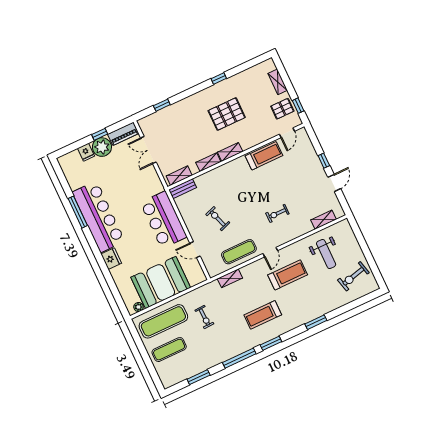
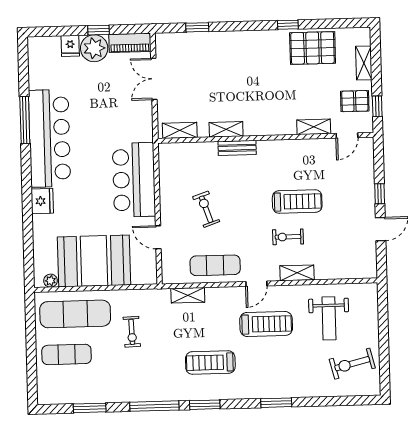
pallet: (227, 114) -> (313, 48), moved
shelving: (230, 152) -> (314, 127), moved
treadmill: (264, 156) -> (297, 202), moved
bench: (183, 189) -> (237, 148), moved
shelving: (324, 220) -> (297, 273), moved

